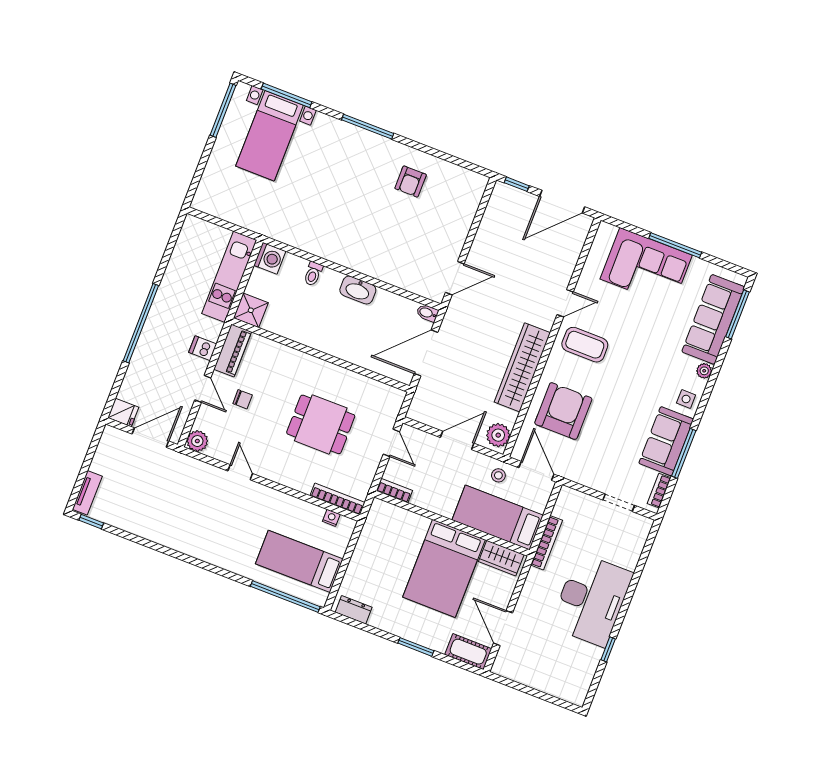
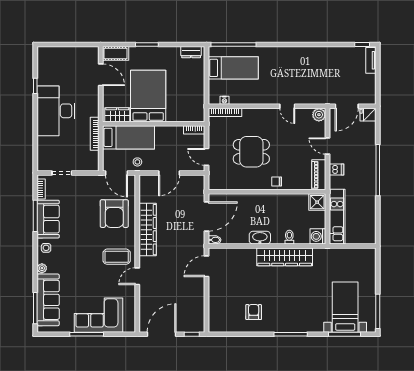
wardrobe: (332, 247) -> (285, 257), added
chair: (243, 399) -> (277, 181), moved
plant: (498, 435) -> (146, 185), removed

